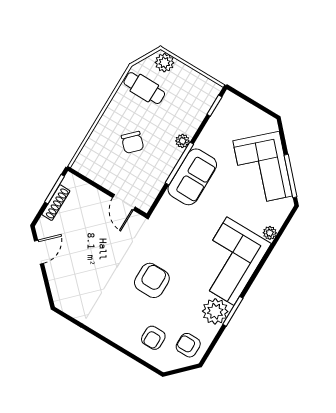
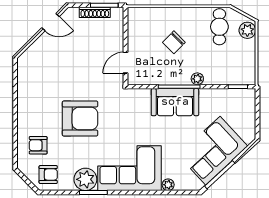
armchair: (152, 280) -> (80, 119), width x1.36, depth x1.36
armchair: (188, 345) -> (48, 175), turned 90

